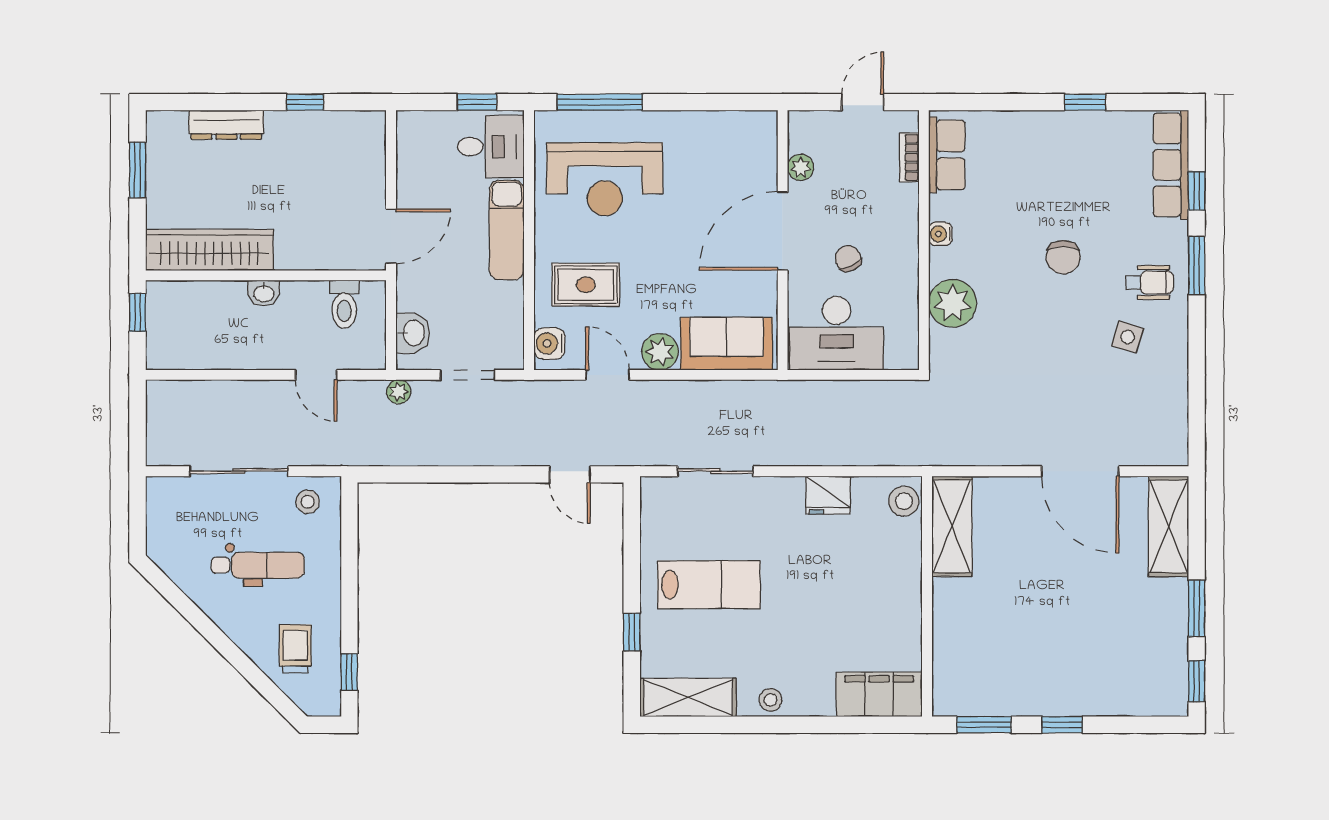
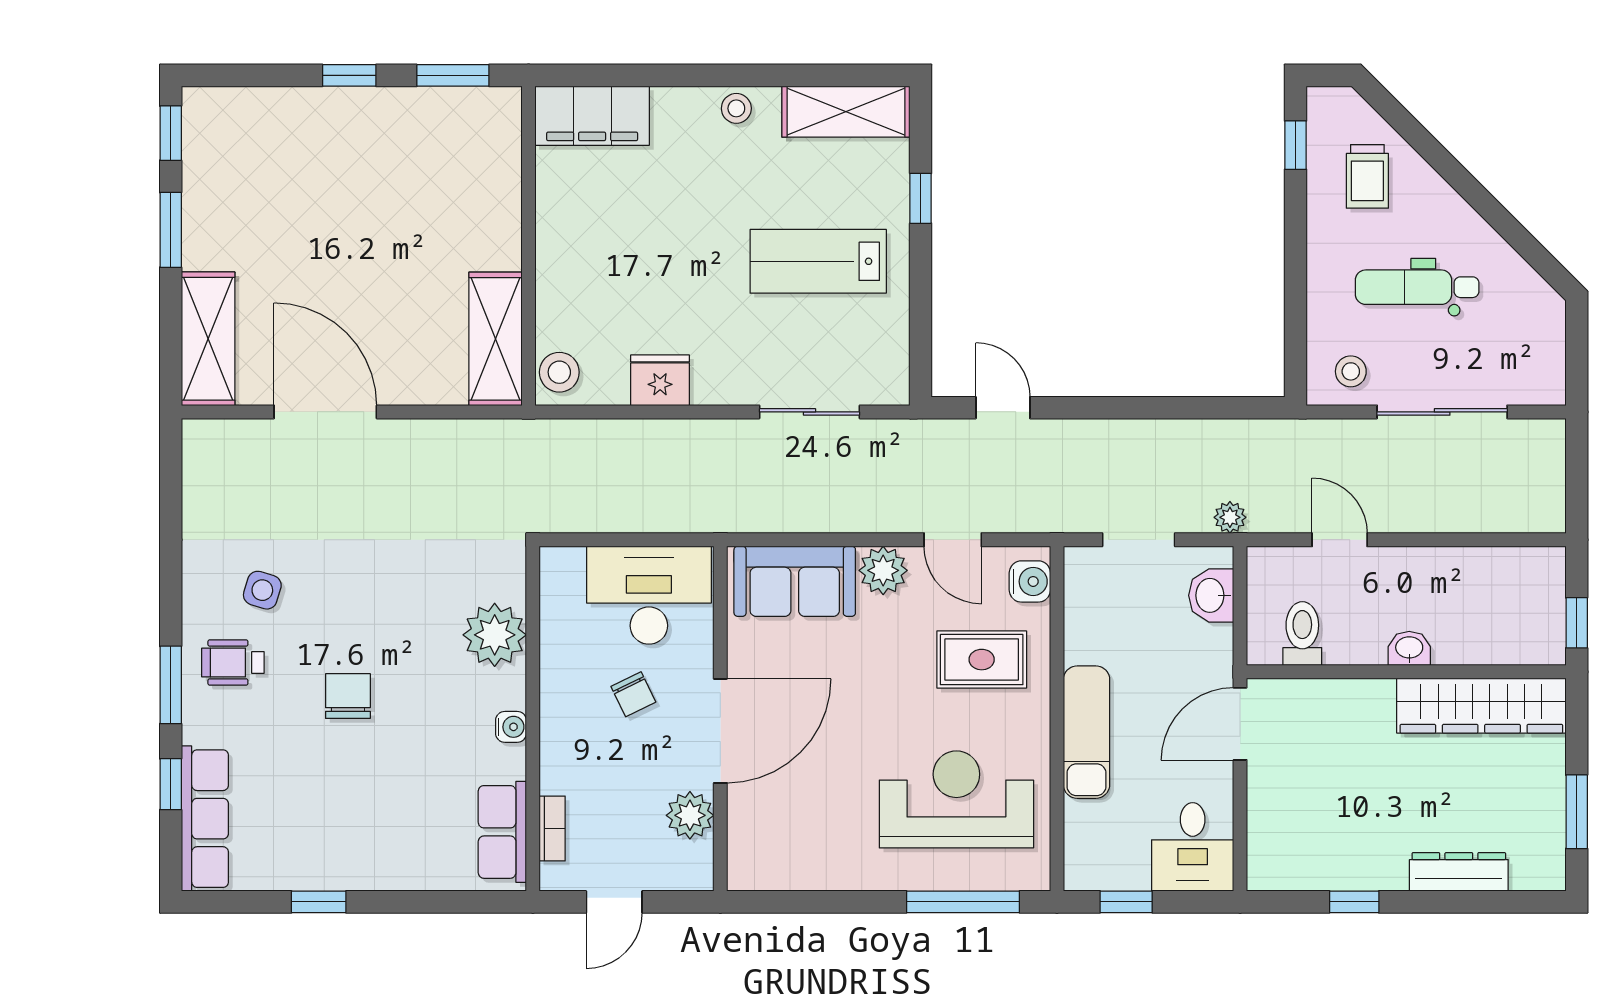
desk: (491, 147) -> (1193, 847), moved, turned -90
plant: (801, 167) -> (690, 815), width x1.38, depth x1.38

